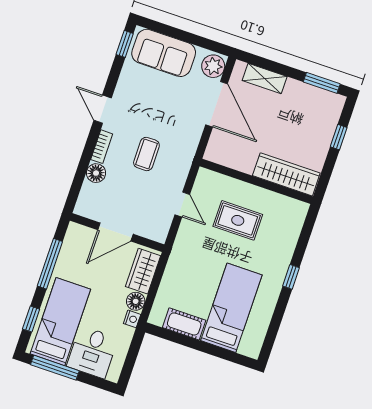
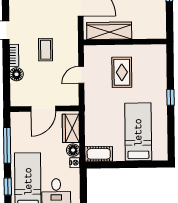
wardrobe: (286, 174) -> (109, 31), moved
door: (182, 205) -> (81, 75), swing flipped
rug: (238, 220) -> (122, 72), turned 90
cot: (184, 324) -> (99, 154), moved

